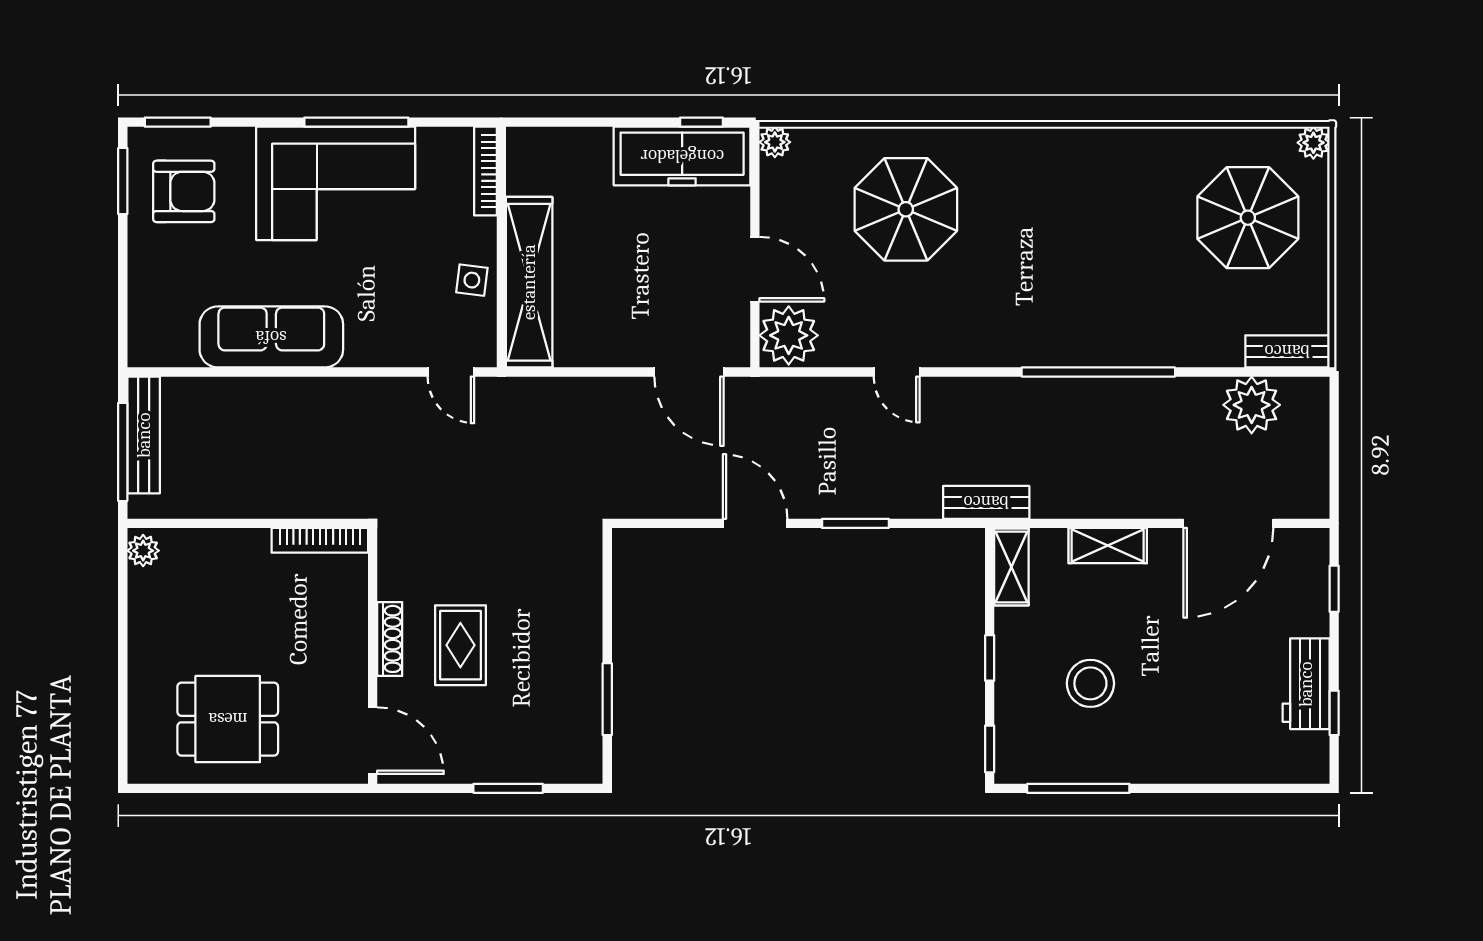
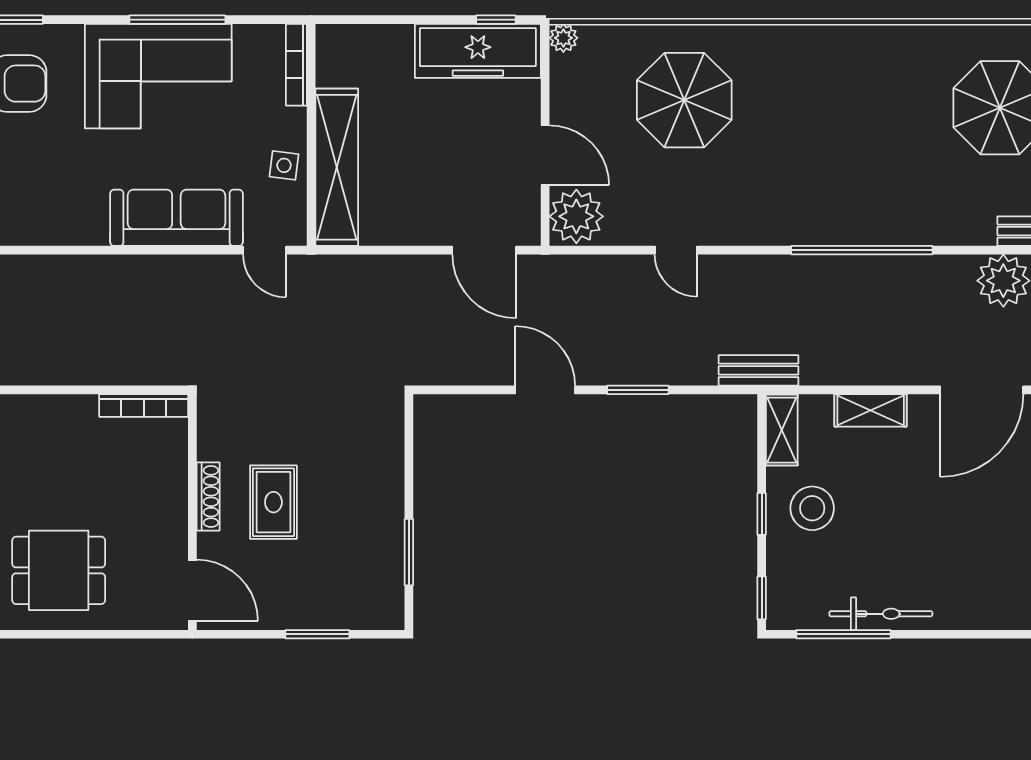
sofa: (271, 337) -> (176, 218), moved
stool: (1090, 683) -> (812, 508), moved
bicycle: (1119, 766) -> (881, 614), added

